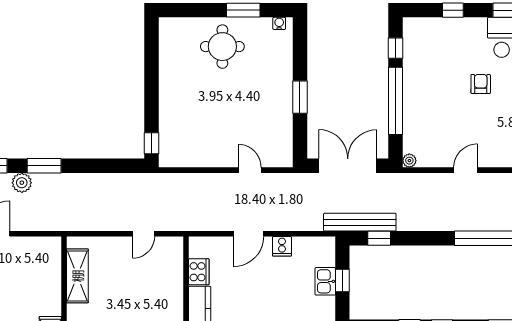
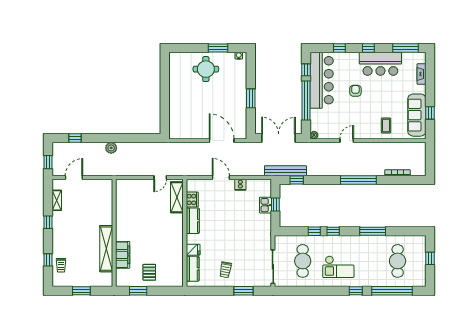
bar counter: (422, 66) -> (322, 80), added
window: (151, 143) -> (165, 125), removed
window: (44, 166) -> (103, 138), removed
door: (250, 170) -> (222, 141), width x1.87
plant: (22, 183) -> (111, 148), moved
door: (248, 234) -> (221, 178), swing flipped
shelving: (77, 276) -> (177, 197), moved

